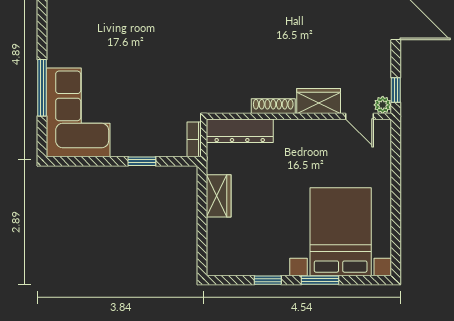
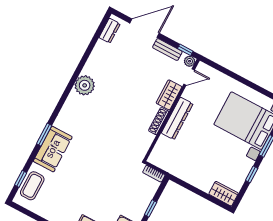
bench: (383, 64) -> (167, 50), added
dresser: (240, 131) -> (177, 118), moved
wardrobe: (219, 196) -> (224, 194), moved

